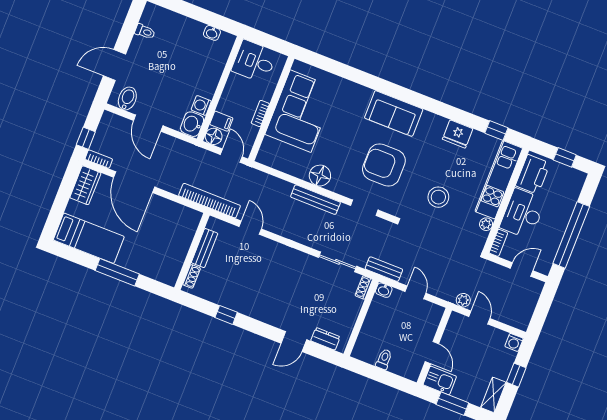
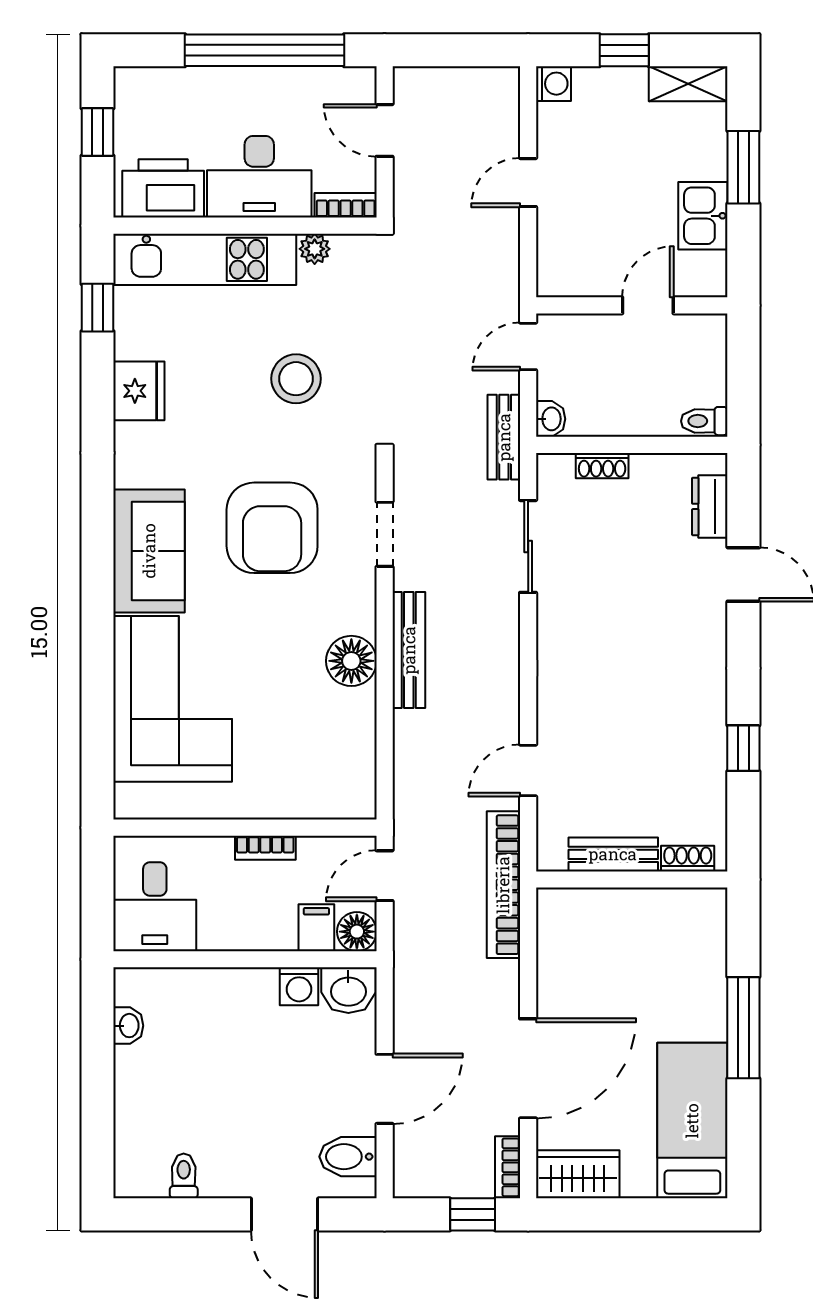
corner sofa: (300, 111) -> (173, 699), moved, turned 90
shoe rack: (364, 288) -> (602, 466), moved
plant: (463, 300) -> (504, 233), removed
wall: (434, 346) -> (632, 305), moved
door: (432, 353) -> (648, 305), moved
toilet: (384, 359) -> (704, 421), moved

